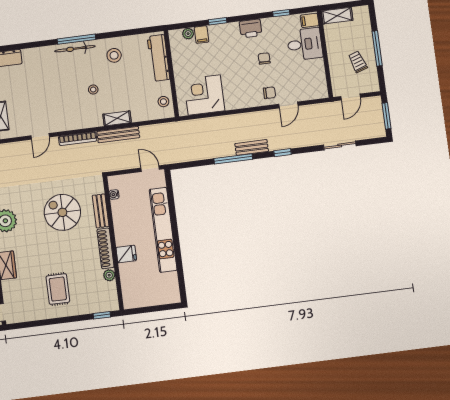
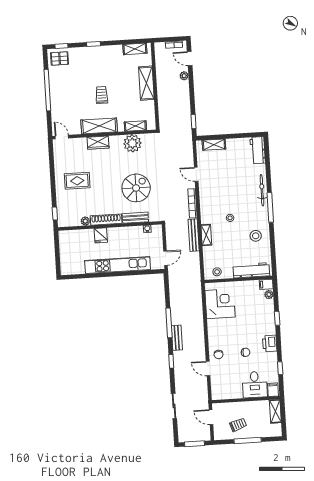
filing cabinet: (202, 35) -> (266, 284), moved
bicycle: (75, 49) -> (262, 190), moved

